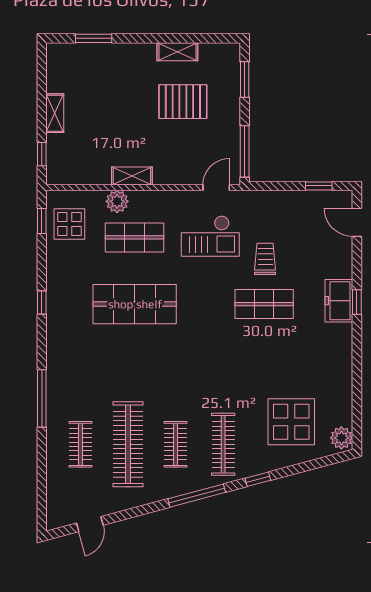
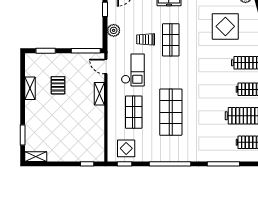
pallet: (183, 102) -> (58, 85), width x0.67, depth x0.71
shelving: (55, 113) -> (36, 157), moved
shelving: (132, 176) -> (99, 94), moved
plant: (117, 201) -> (114, 30), moved
window: (42, 303) -> (170, 164), width x3.17
display table: (291, 422) -> (225, 26), moved

